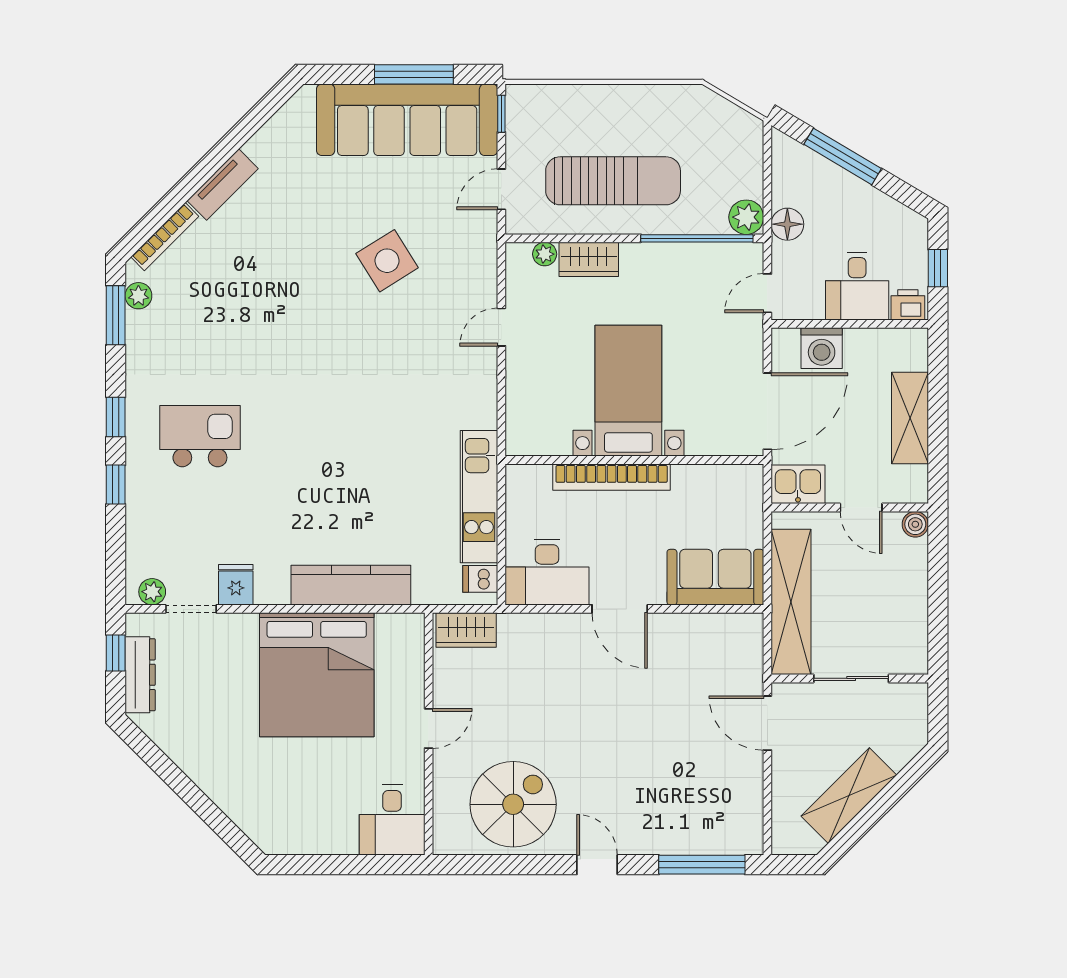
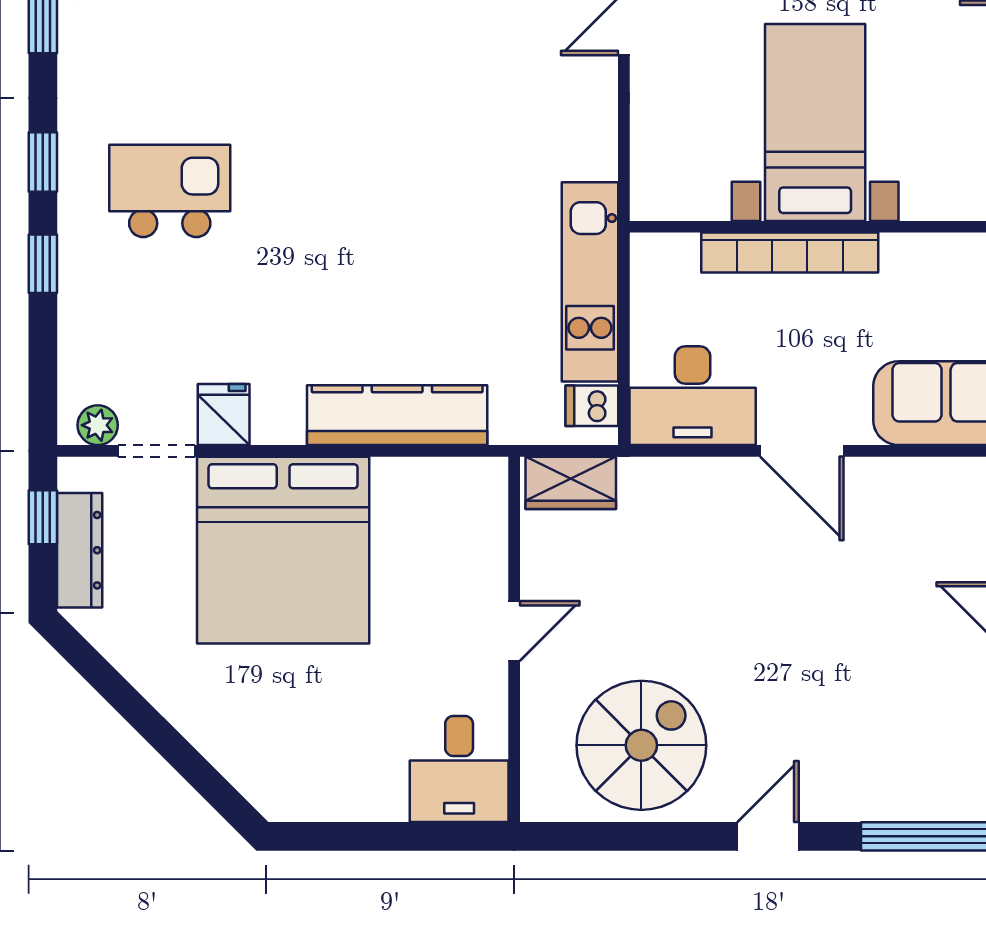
bed: (317, 675) -> (283, 550), moved
door: (597, 865) -> (768, 836), hinge flipped

